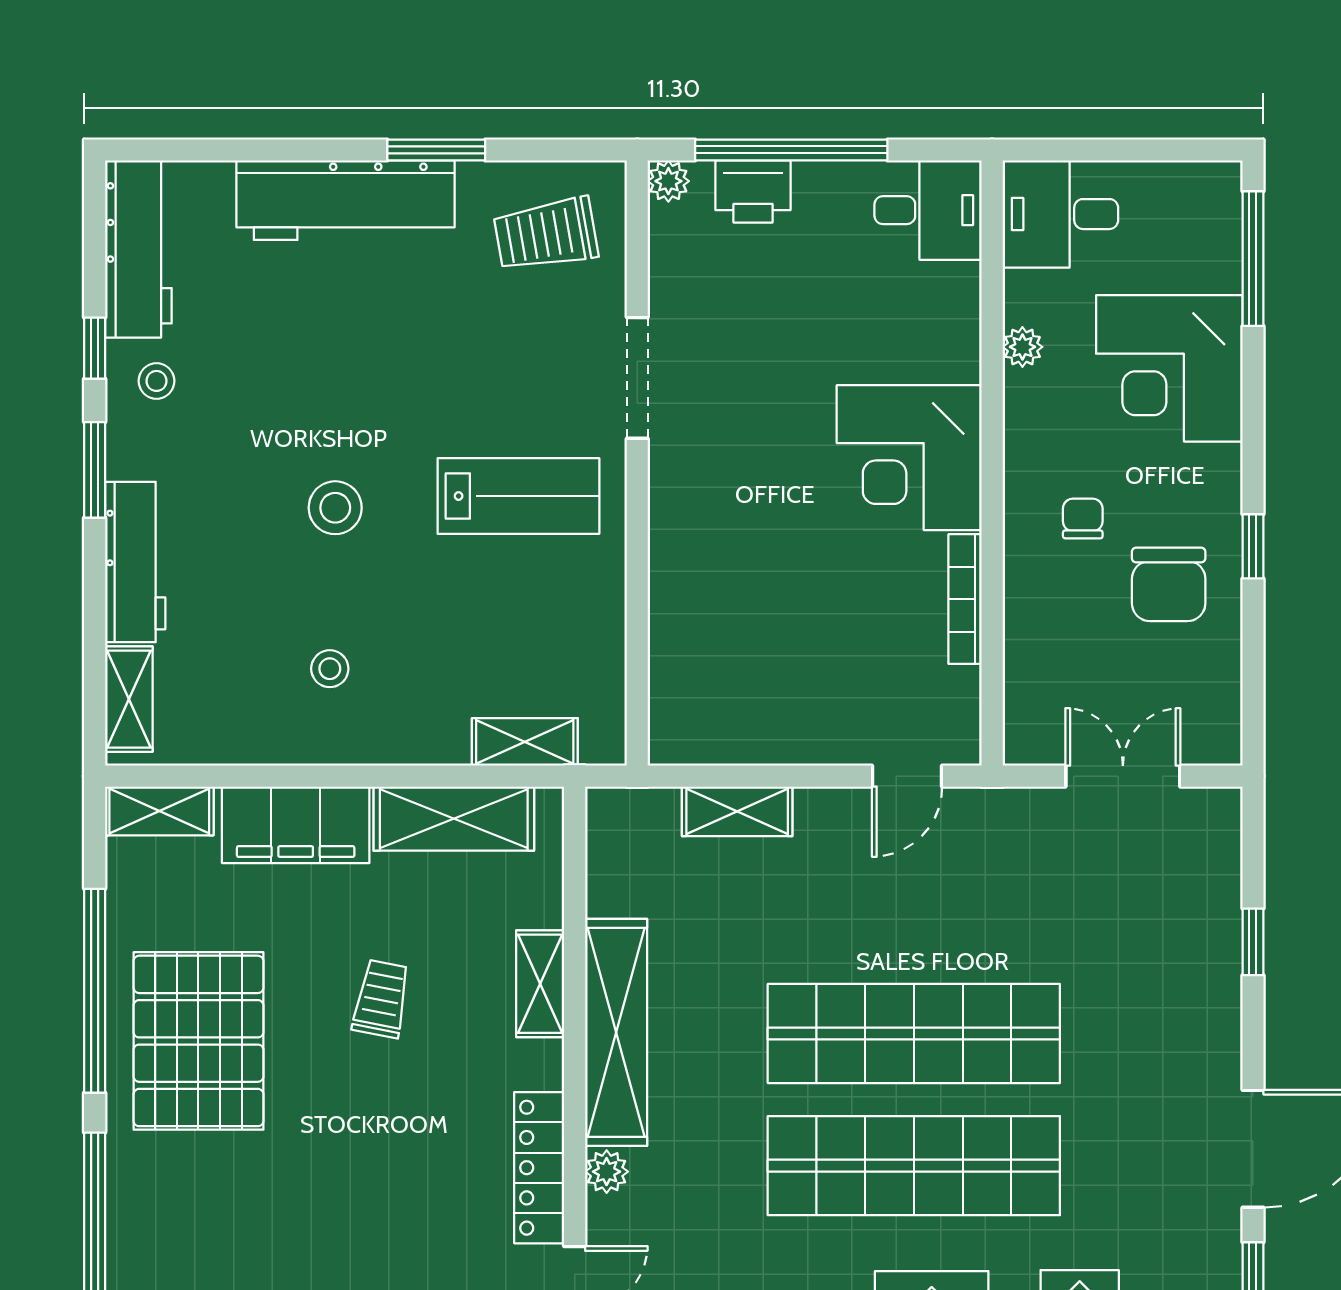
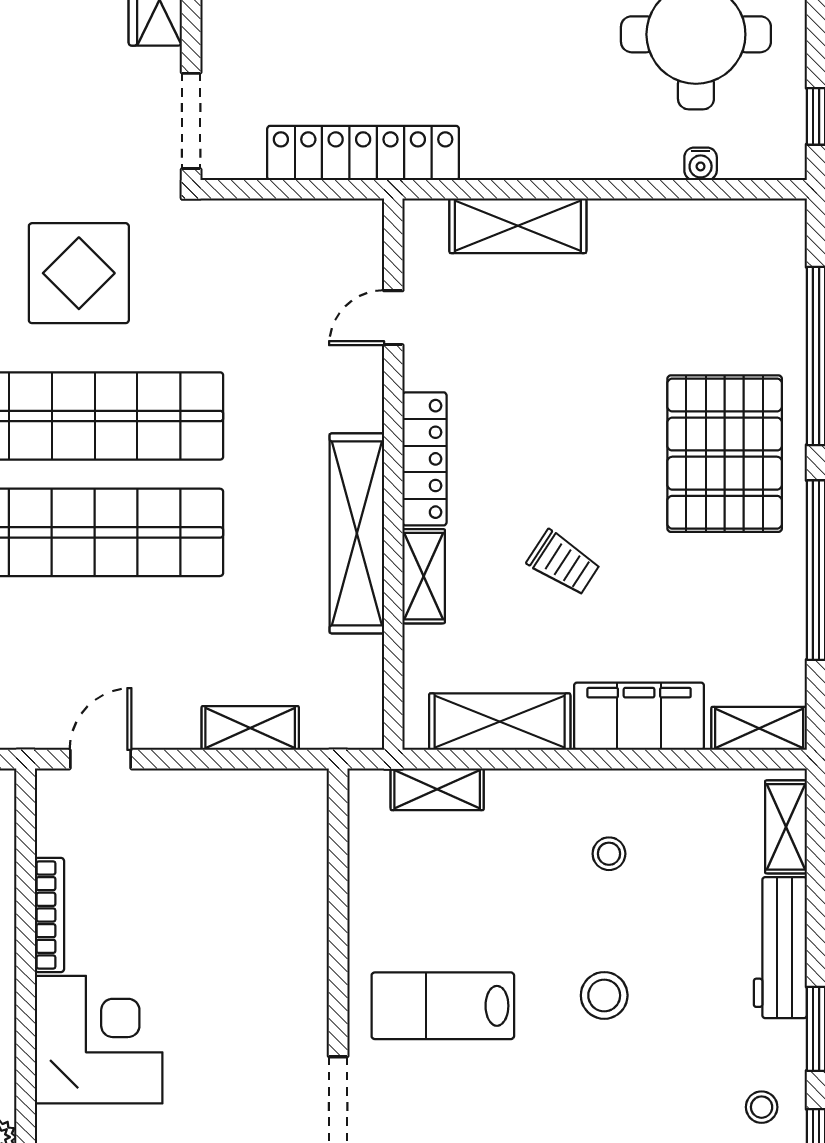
trolley: (381, 999) -> (563, 563), turned -68
pallet: (198, 1041) -> (725, 454), moved
locker: (539, 1168) -> (425, 459), moved
plant: (607, 1172) -> (365, 411), removed

